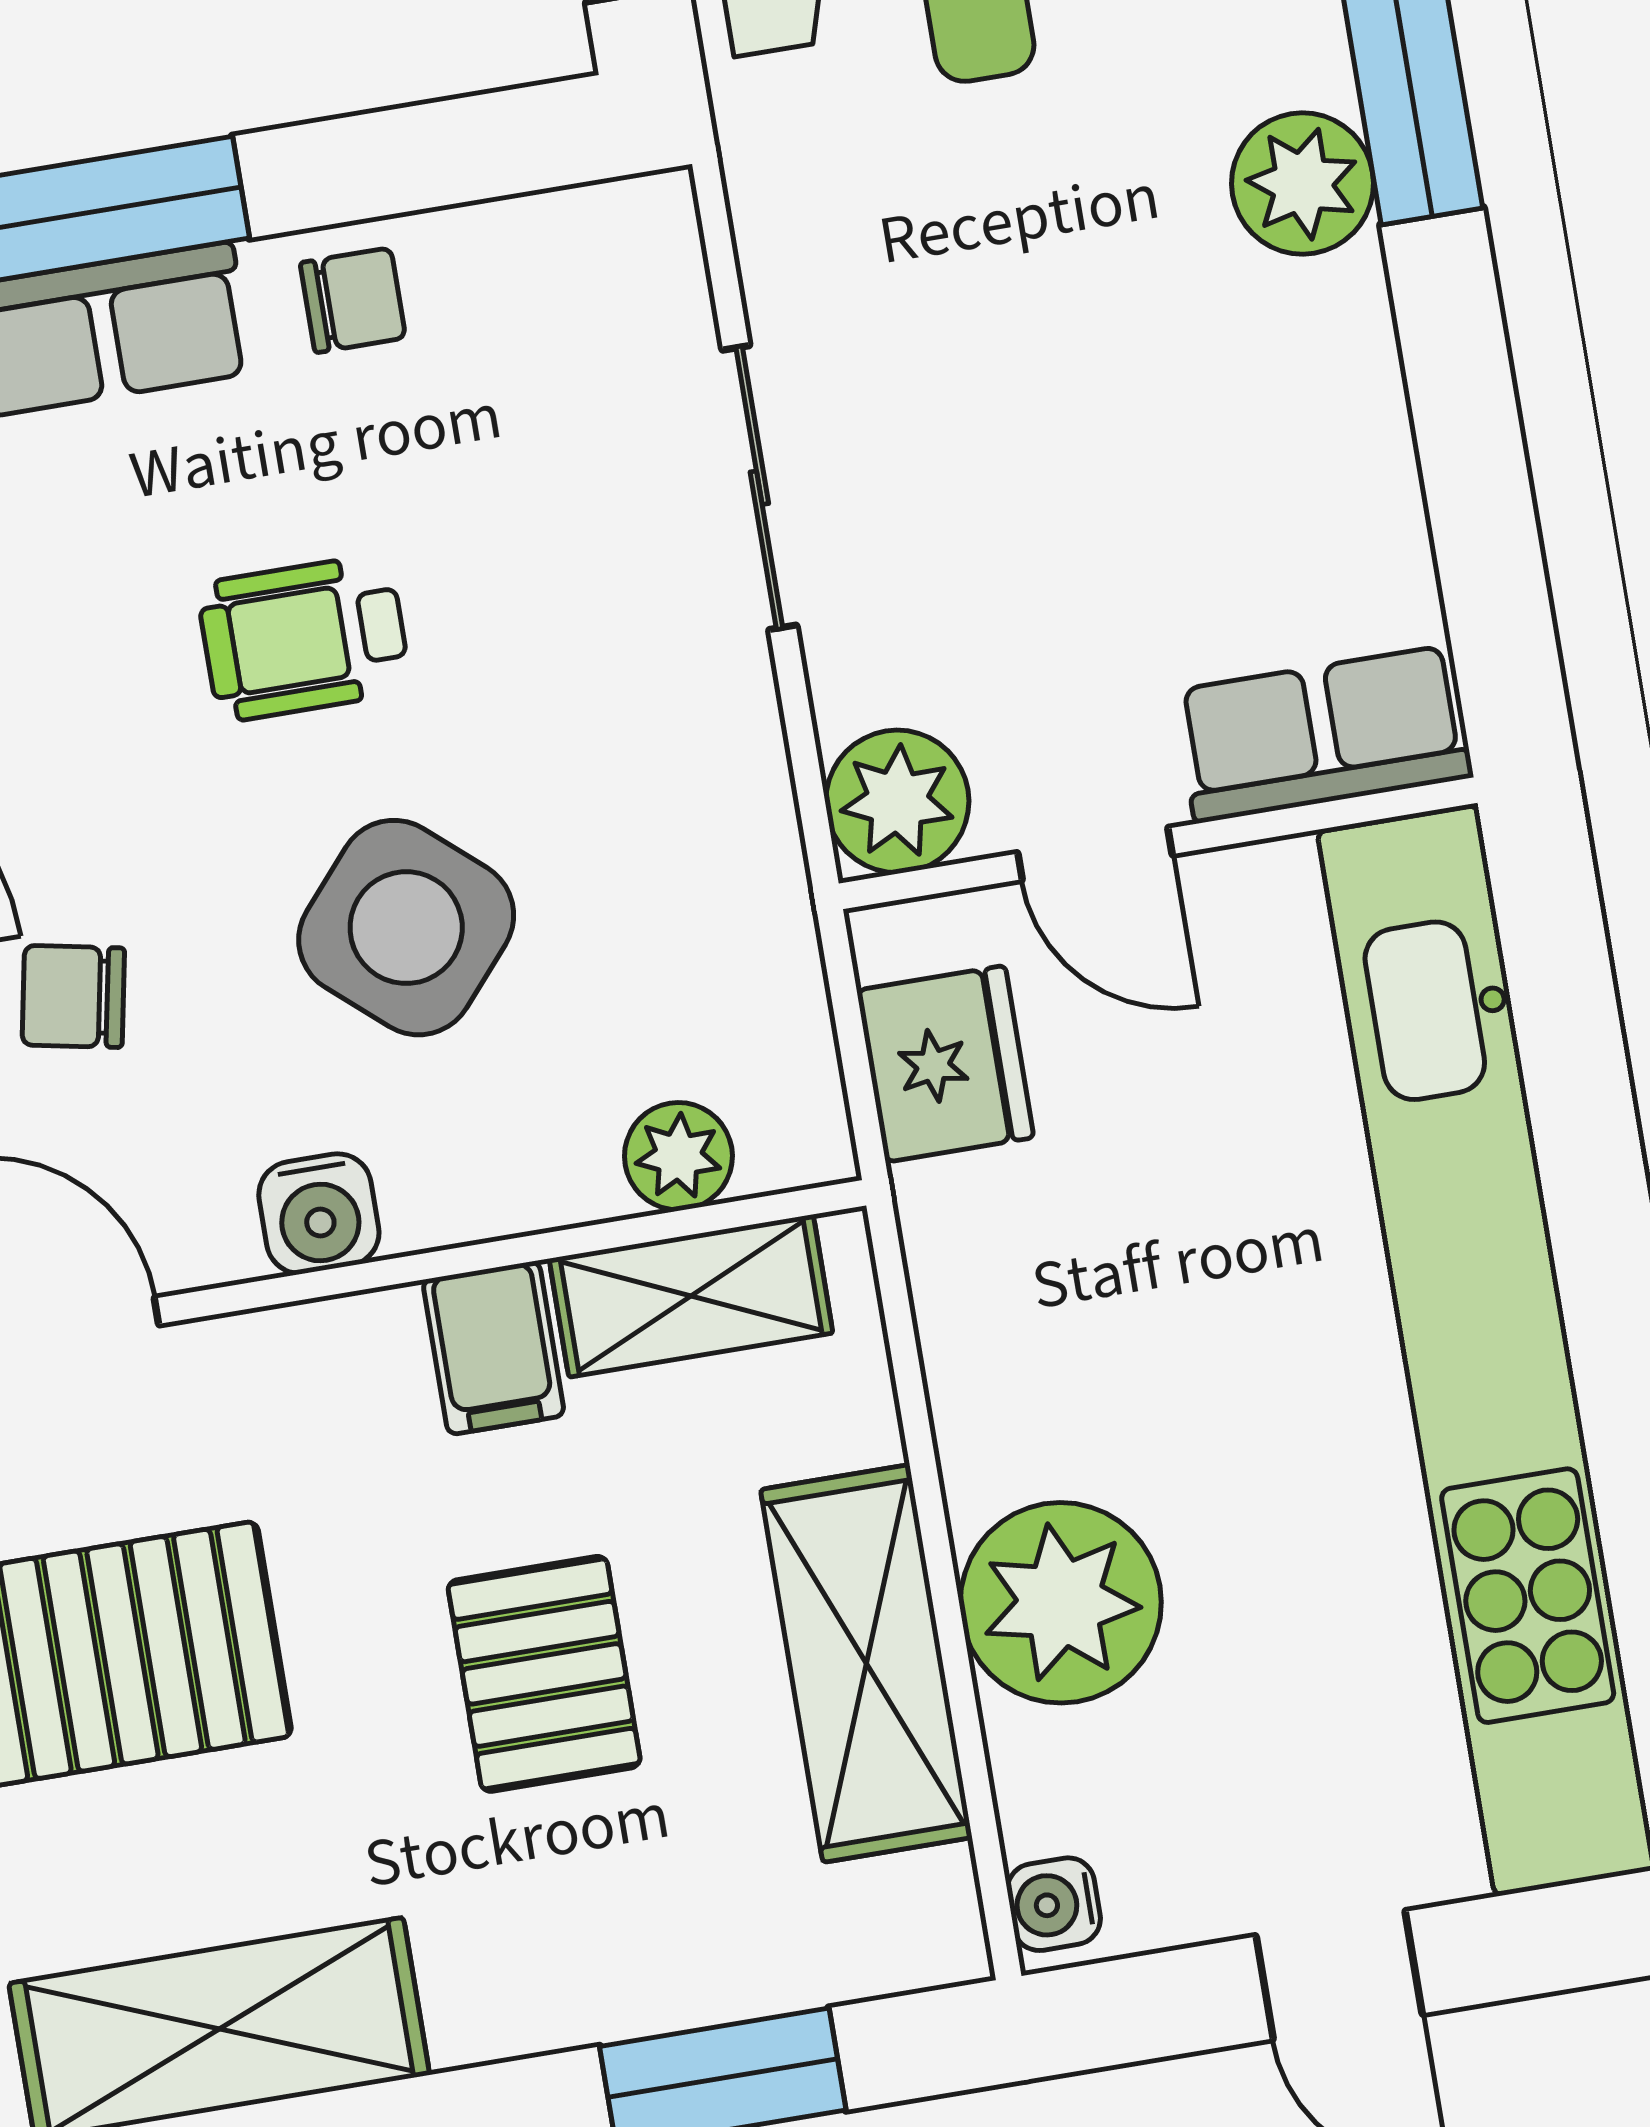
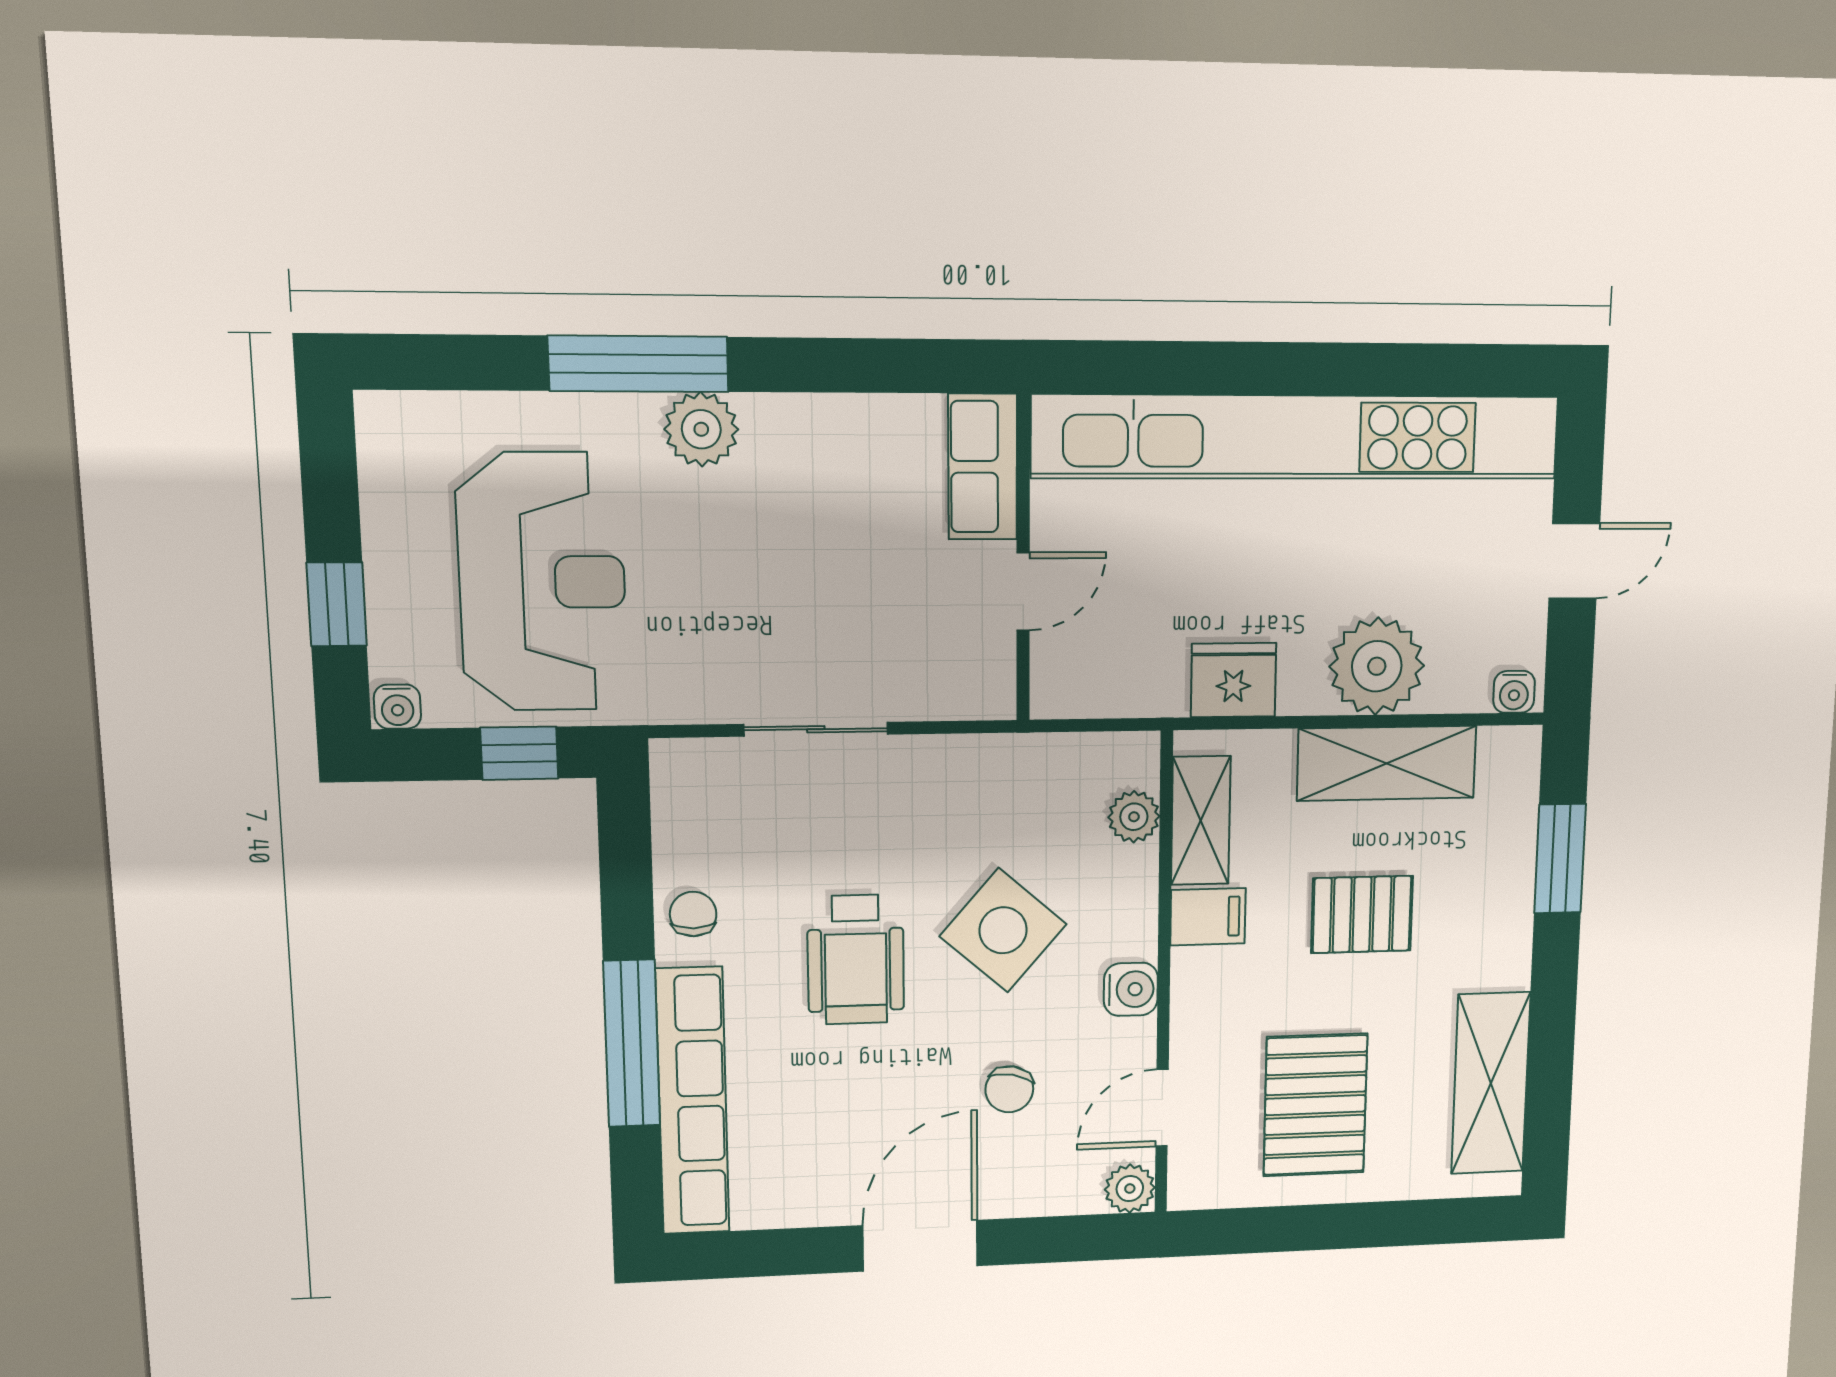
wheelchair: (304, 638) -> (856, 960), width x1.36, depth x1.37
plant: (897, 801) -> (981, 685), removed
fridge: (945, 1064) -> (1233, 680), moved

